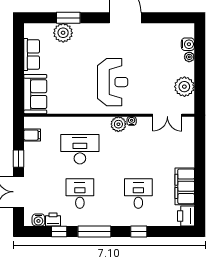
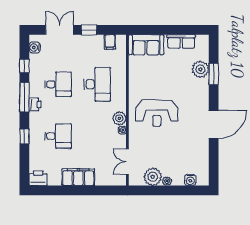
plant: (189, 57) -> (167, 181), moved
filing cabinet: (185, 186) -> (78, 177), moved
printer: (53, 220) -> (35, 104), moved

